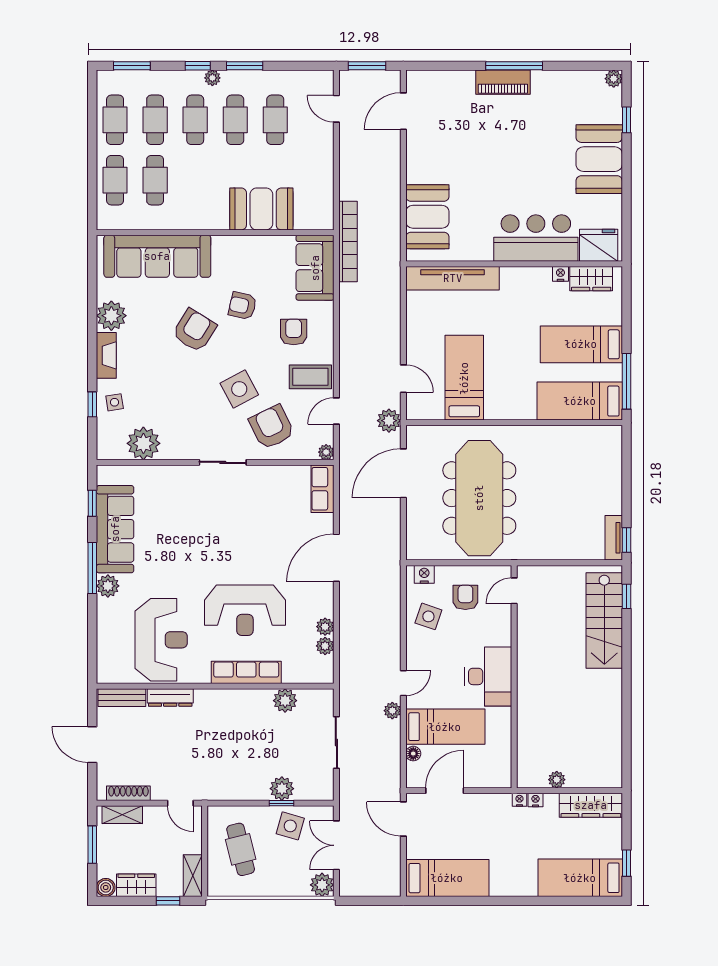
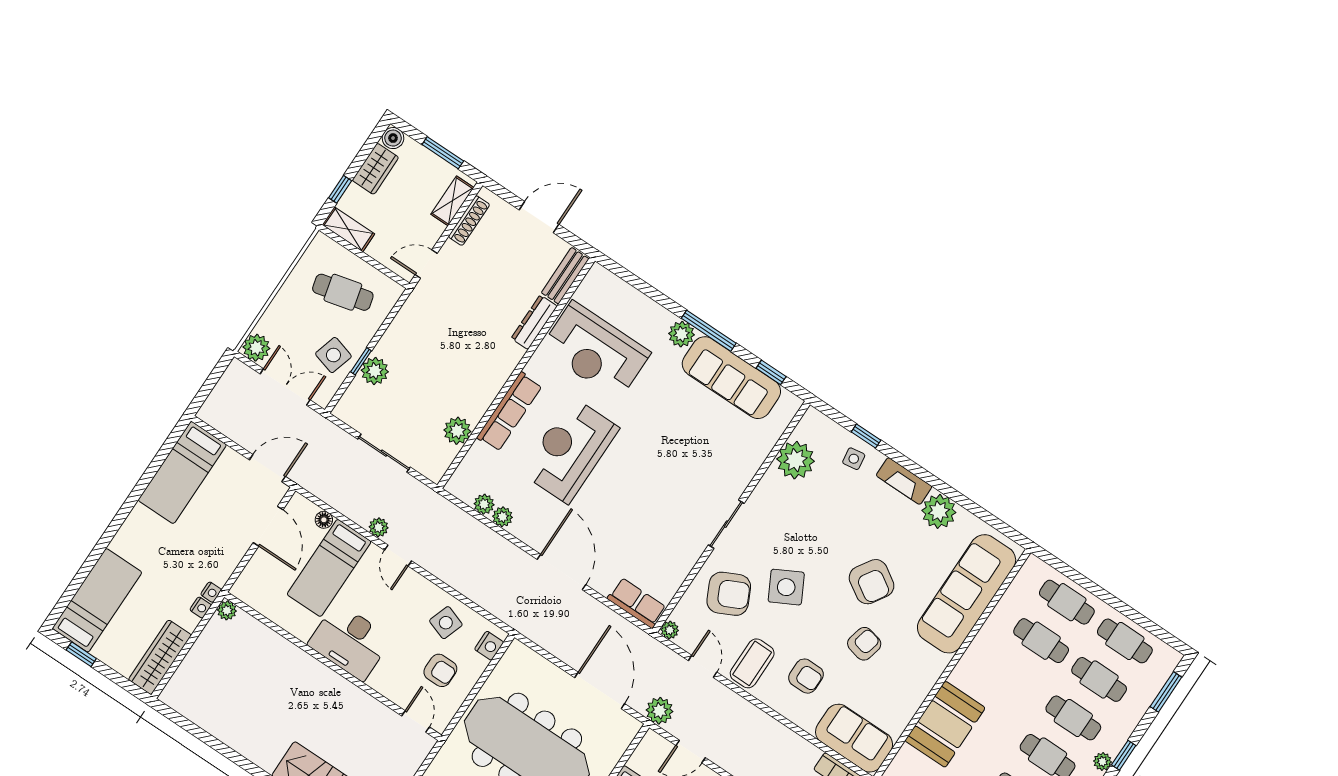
plant: (557, 780) -> (227, 610), moved

